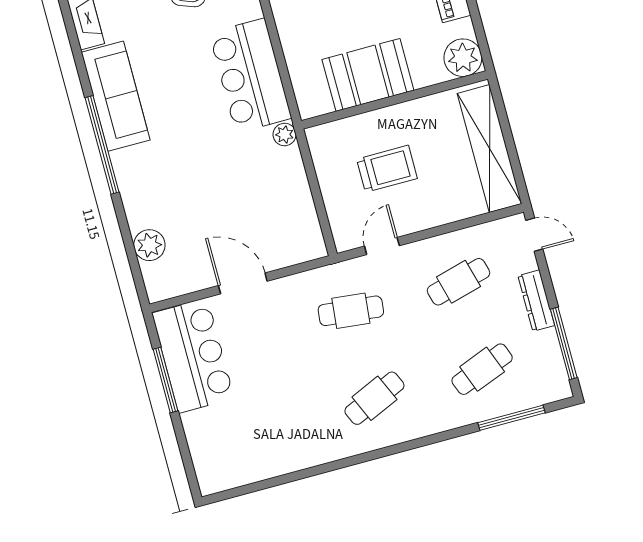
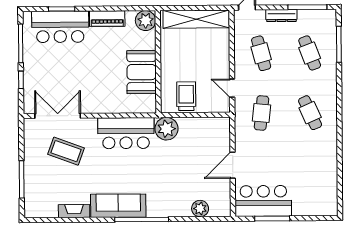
plant: (285, 134) -> (166, 129), width x1.88, depth x1.88
trolley: (387, 169) -> (186, 96), moved

